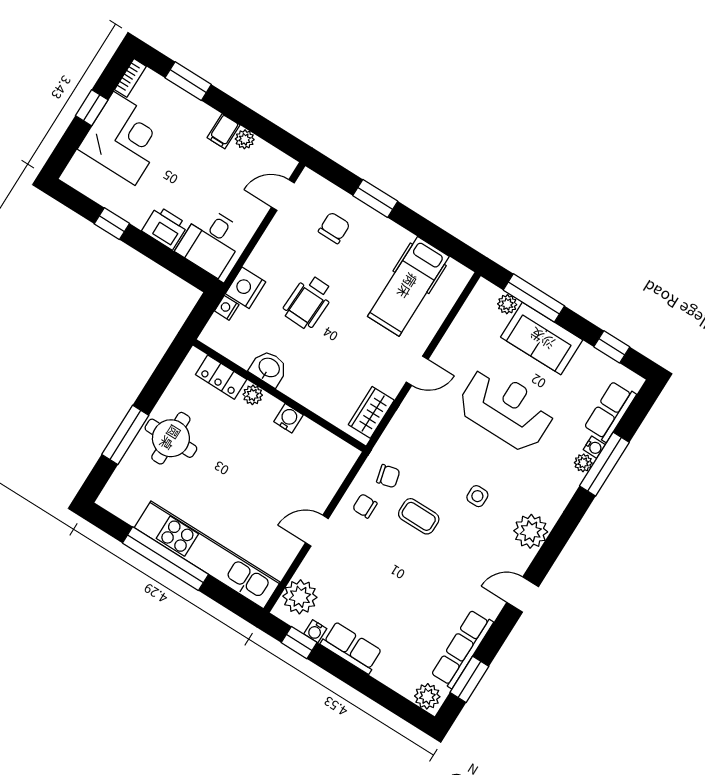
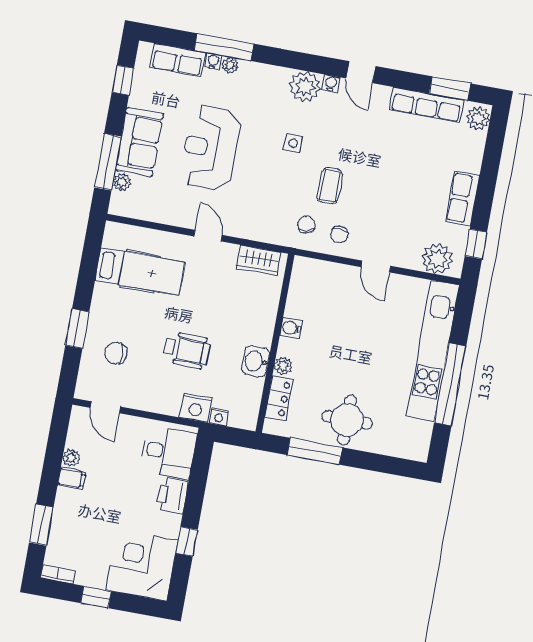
corner desk: (124, 138) -> (142, 565), moved
window: (125, 435) -> (315, 451), moved
water cooler: (315, 631) -> (331, 83), moved, turned -90

